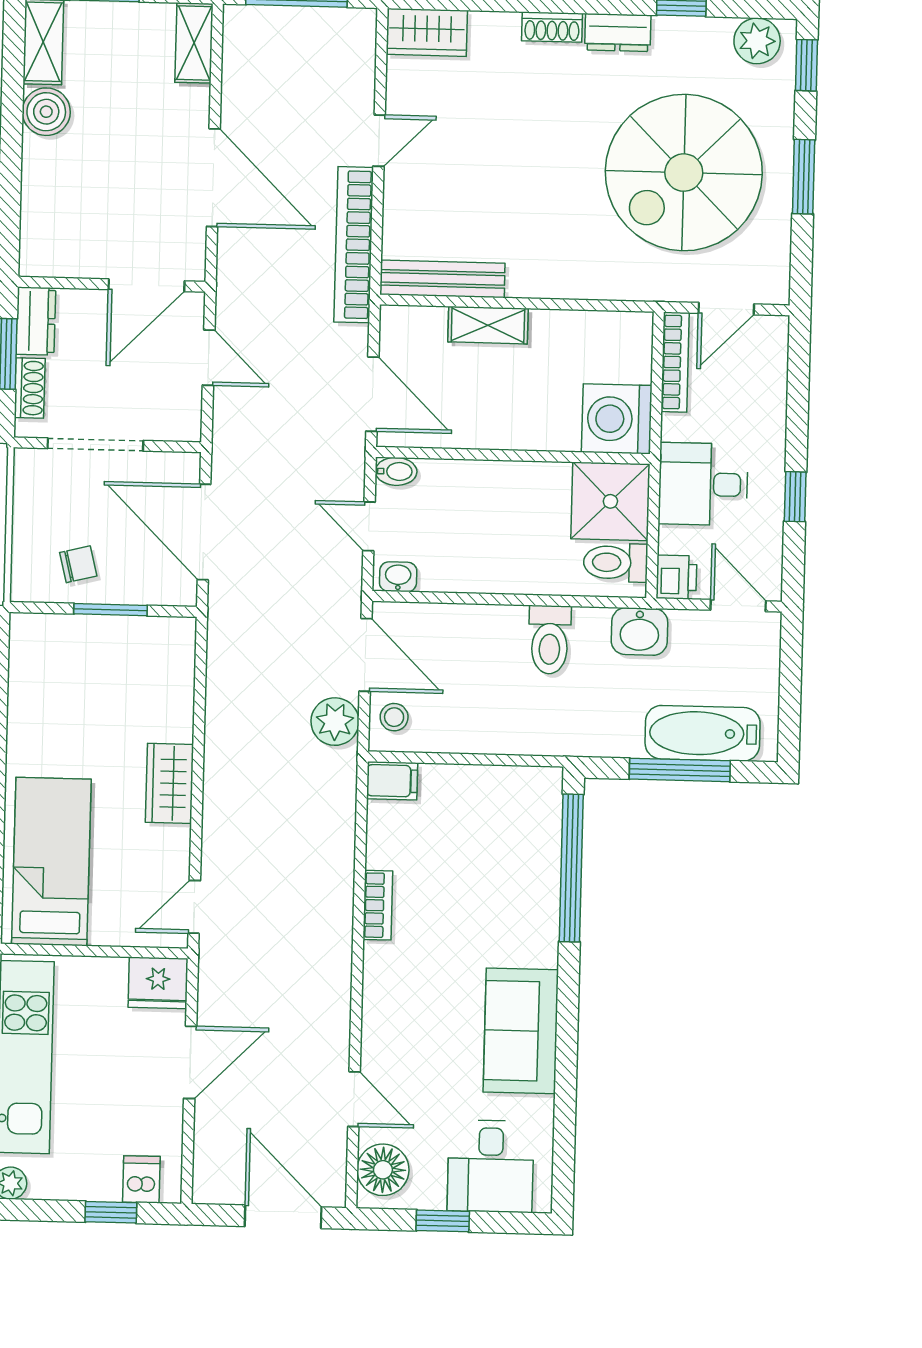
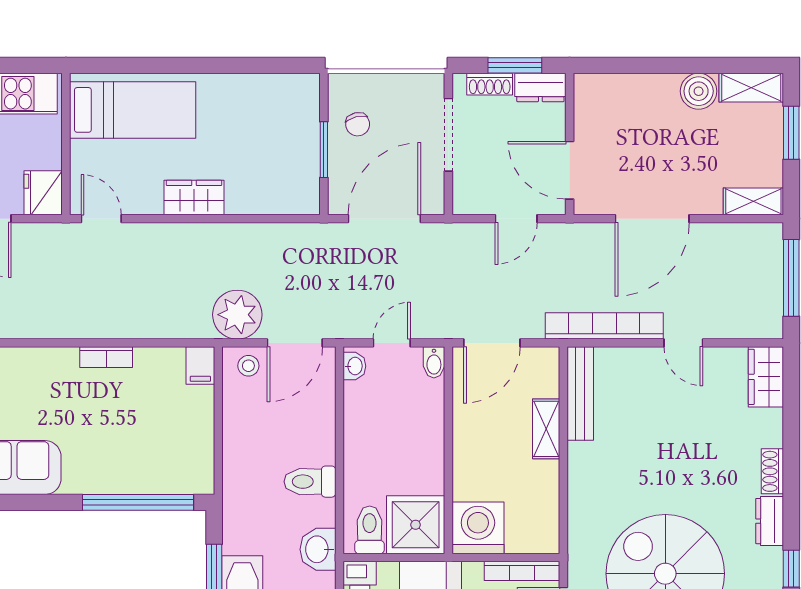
plant: (335, 722) -> (237, 315), width x1.36, depth x1.36

